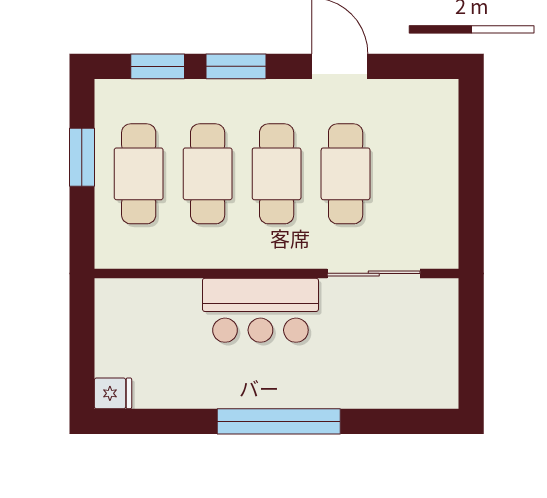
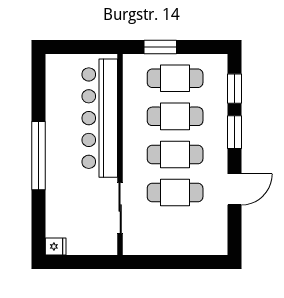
window: (82, 157) -> (160, 47), moved
bar counter: (260, 310) -> (100, 118), width x1.86
fridge: (113, 393) -> (56, 246), moved, turned -90

